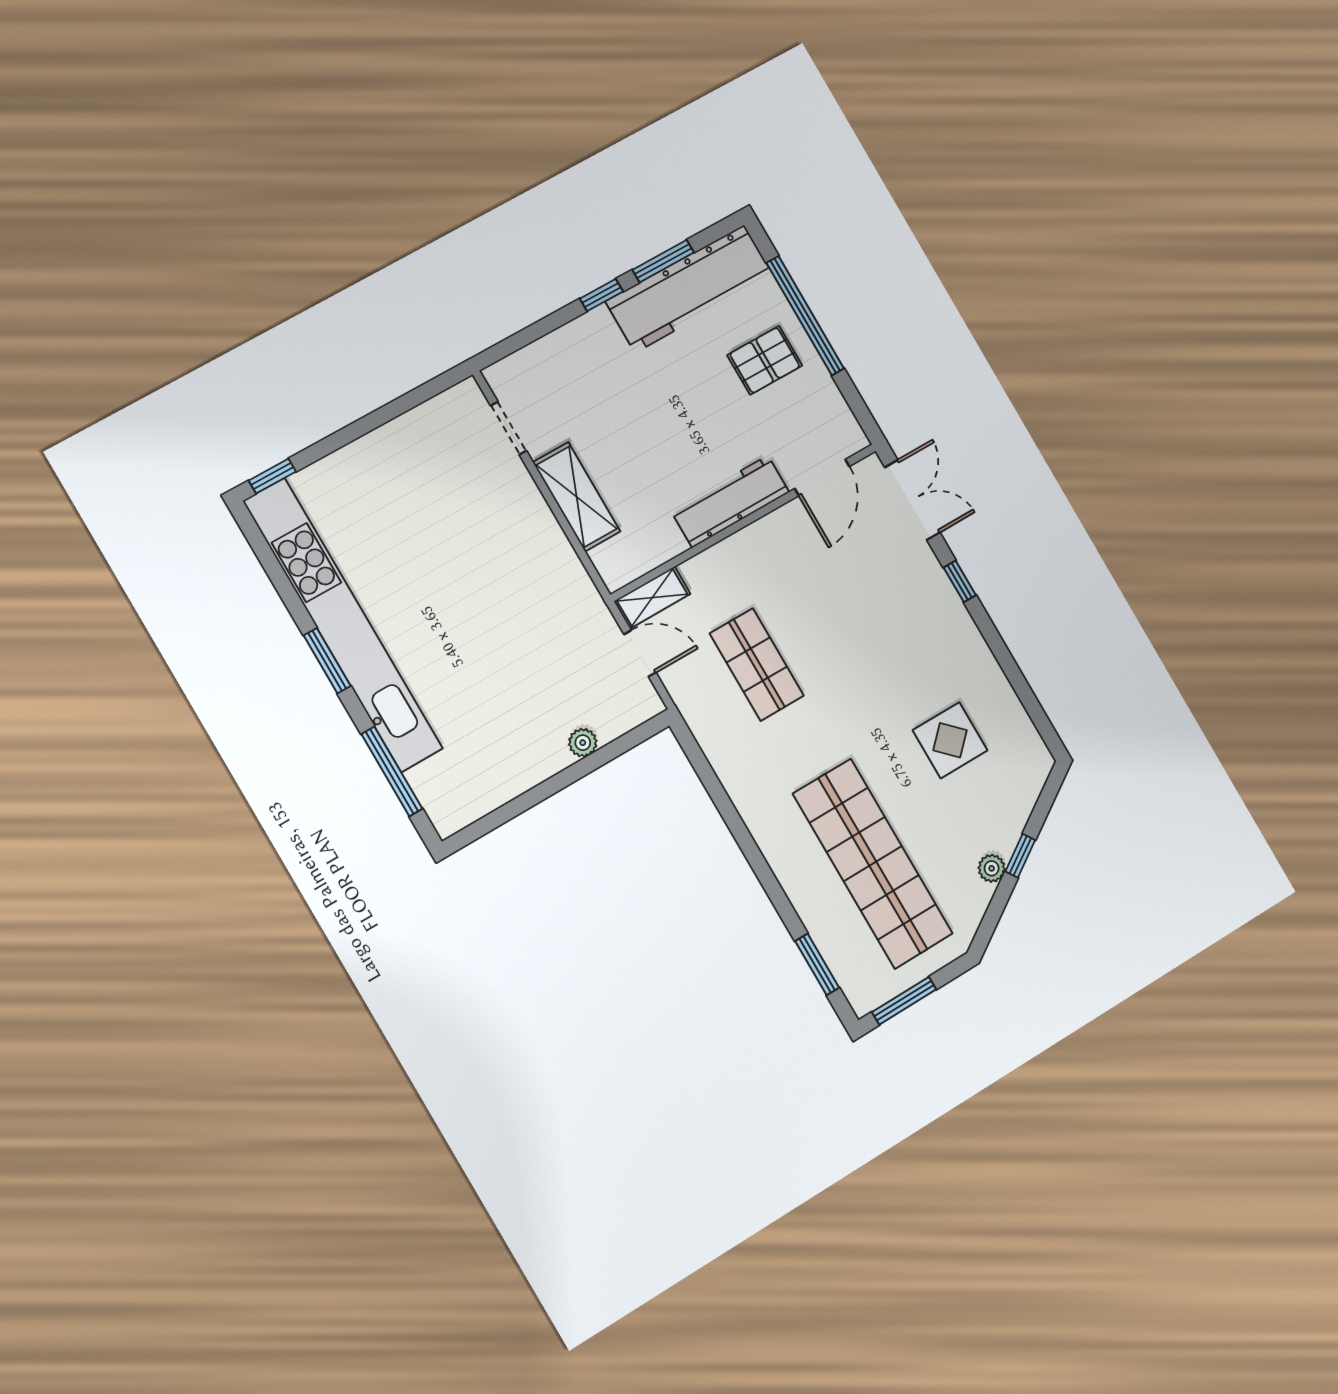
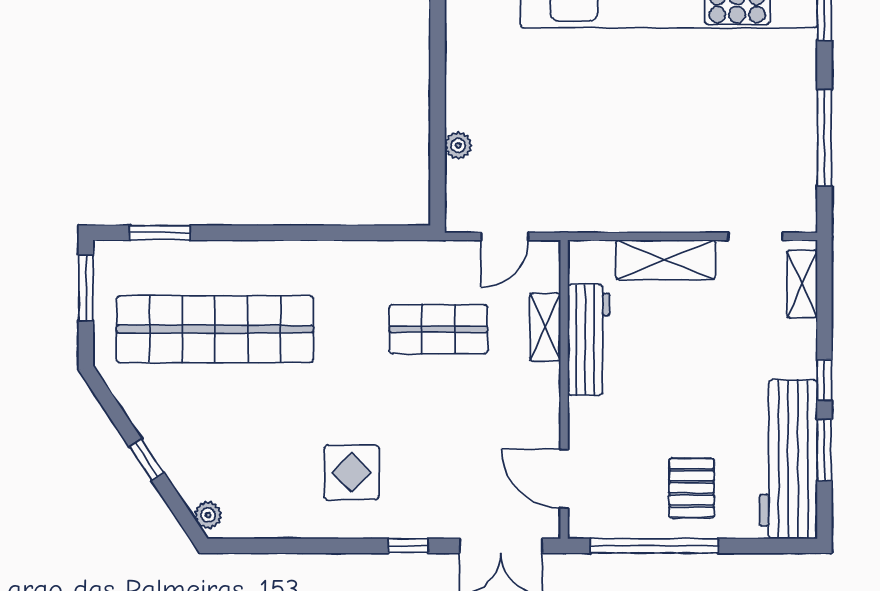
window: (805, 316) -> (654, 546), moved
shelving: (527, 362) -> (802, 284), added
window: (382, 415) -> (824, 138), added
workbench: (730, 501) -> (588, 340), moved
shelving: (652, 598) -> (545, 327), moved
display table: (950, 740) -> (352, 472), moved
plant: (992, 868) -> (208, 515), moved

